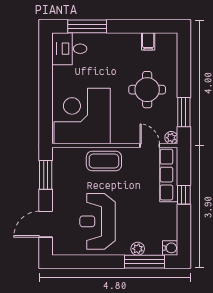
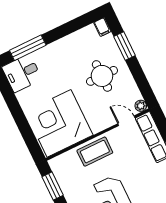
filing cabinet: (148, 41) -> (102, 27), moved
window: (184, 112) -> (125, 46), moved

